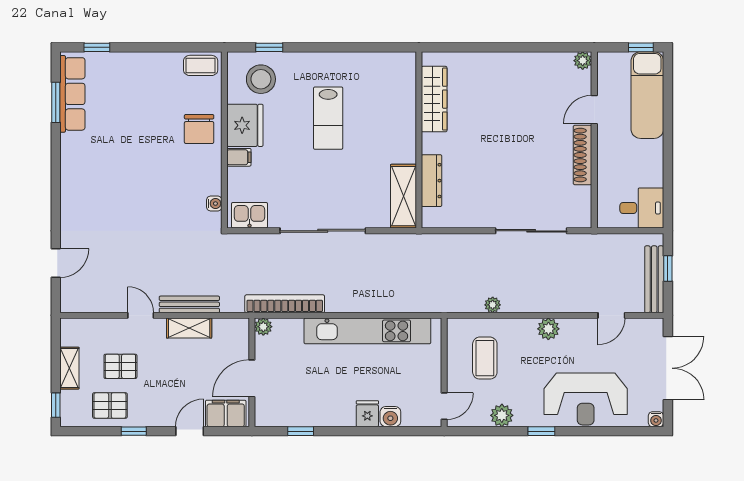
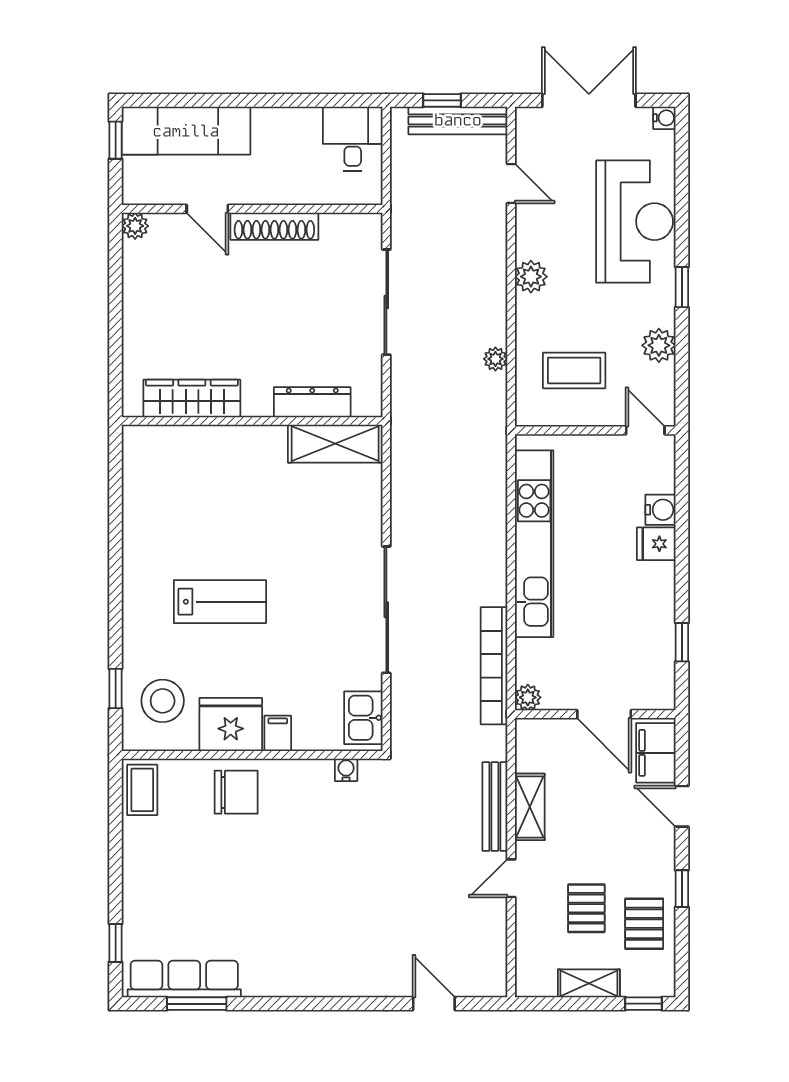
wardrobe: (434, 99) -> (192, 398), moved
wall: (419, 140) -> (252, 421), moved
dresser: (432, 181) -> (312, 402), moved
shelving: (403, 196) -> (335, 444), moved

